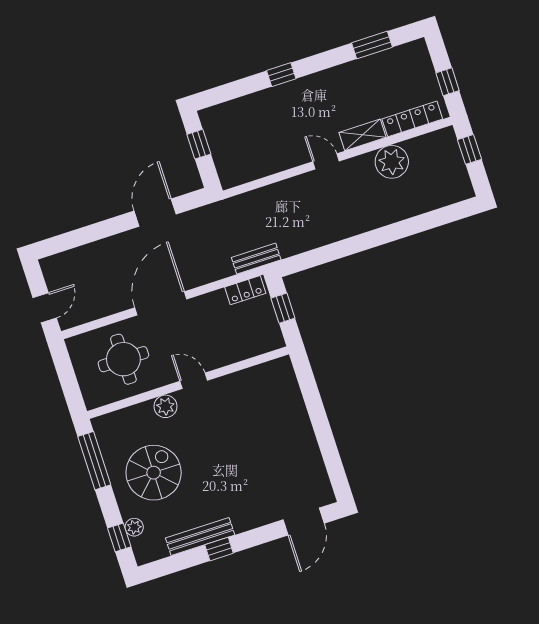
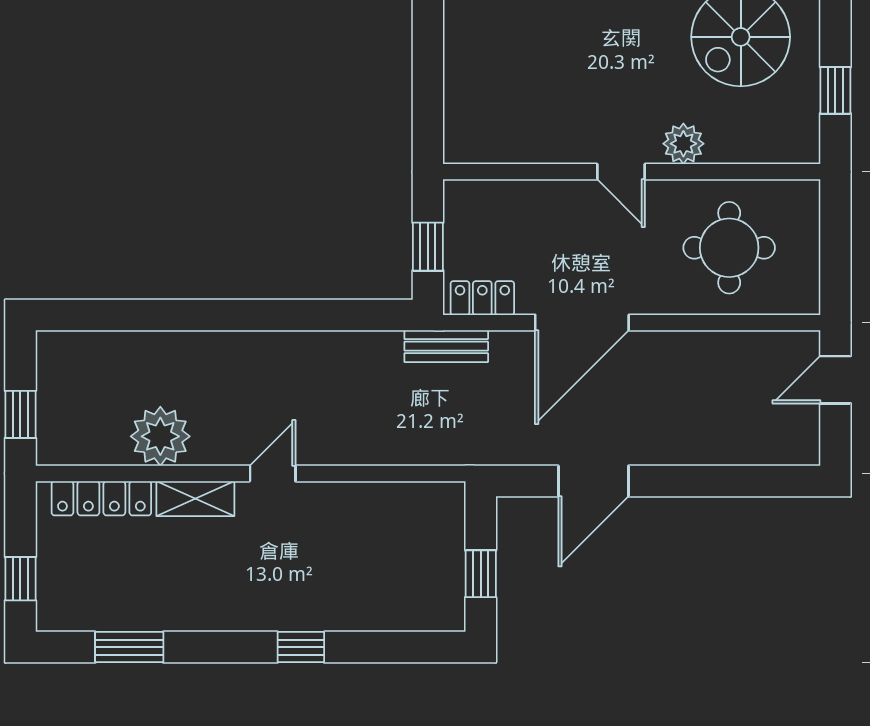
window: (448, 82) -> (20, 579), moved
door: (326, 161) -> (273, 474), swing flipped
door: (161, 303) -> (582, 323), moved
window: (94, 461) -> (835, 90), width x0.46

